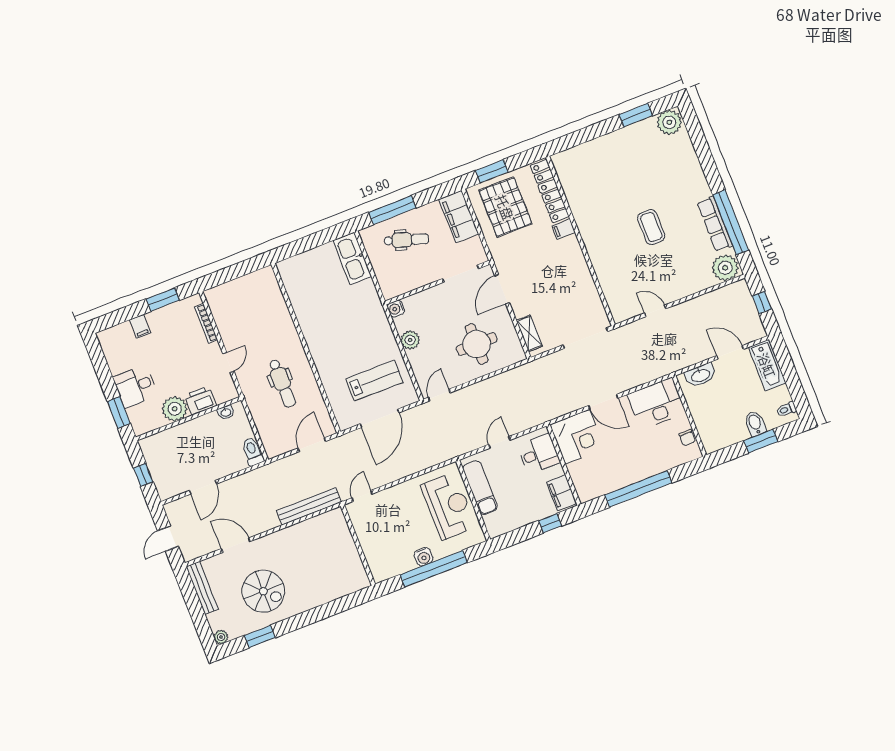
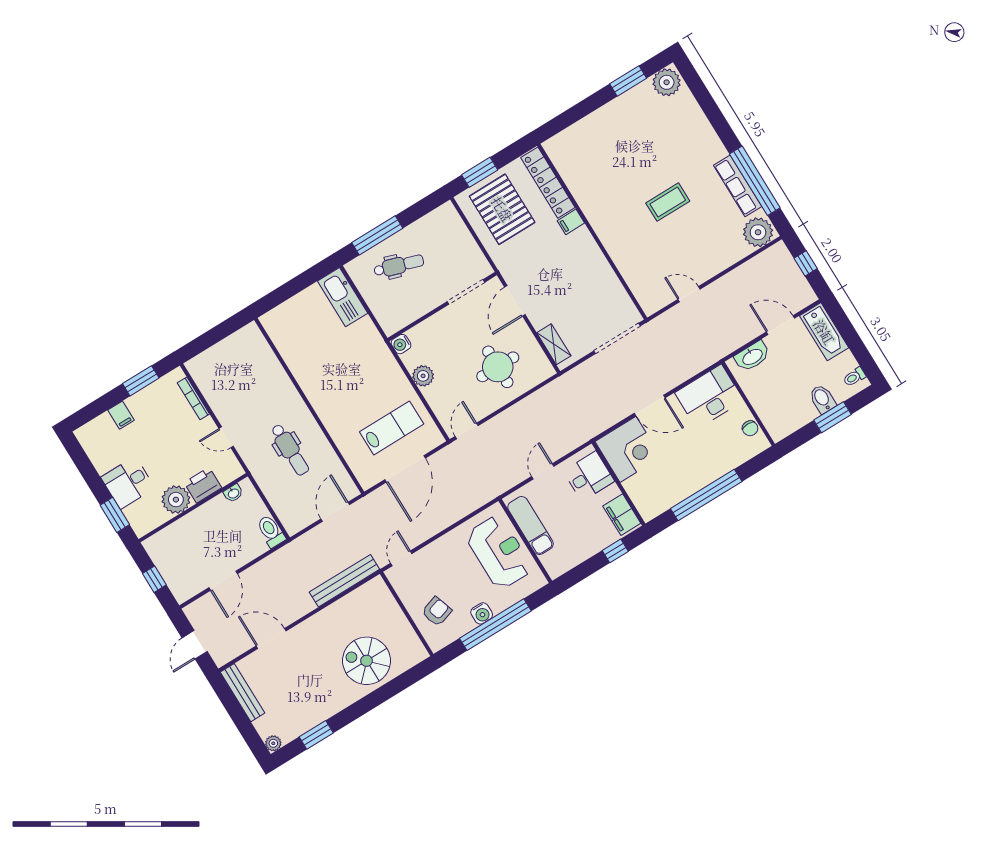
filing cabinet: (459, 217) -> (452, 229), removed
coffee table: (651, 227) -> (668, 202), turned 90
door: (228, 362) -> (226, 437), swing flipped
armchair: (385, 548) -> (437, 611), added
spiral stairs: (263, 591) -> (367, 661), moved, turned 180

